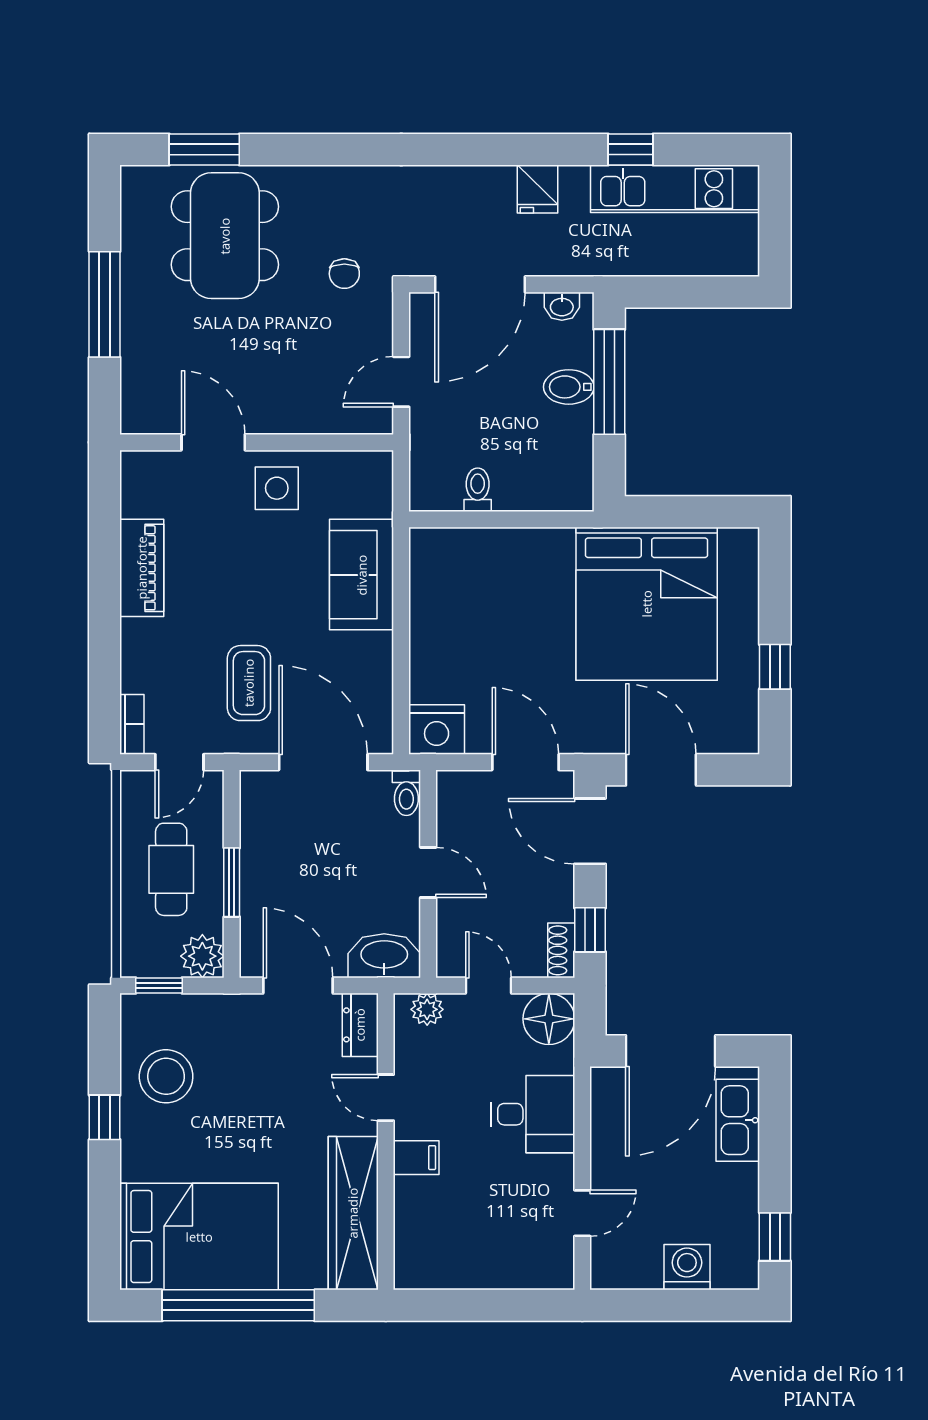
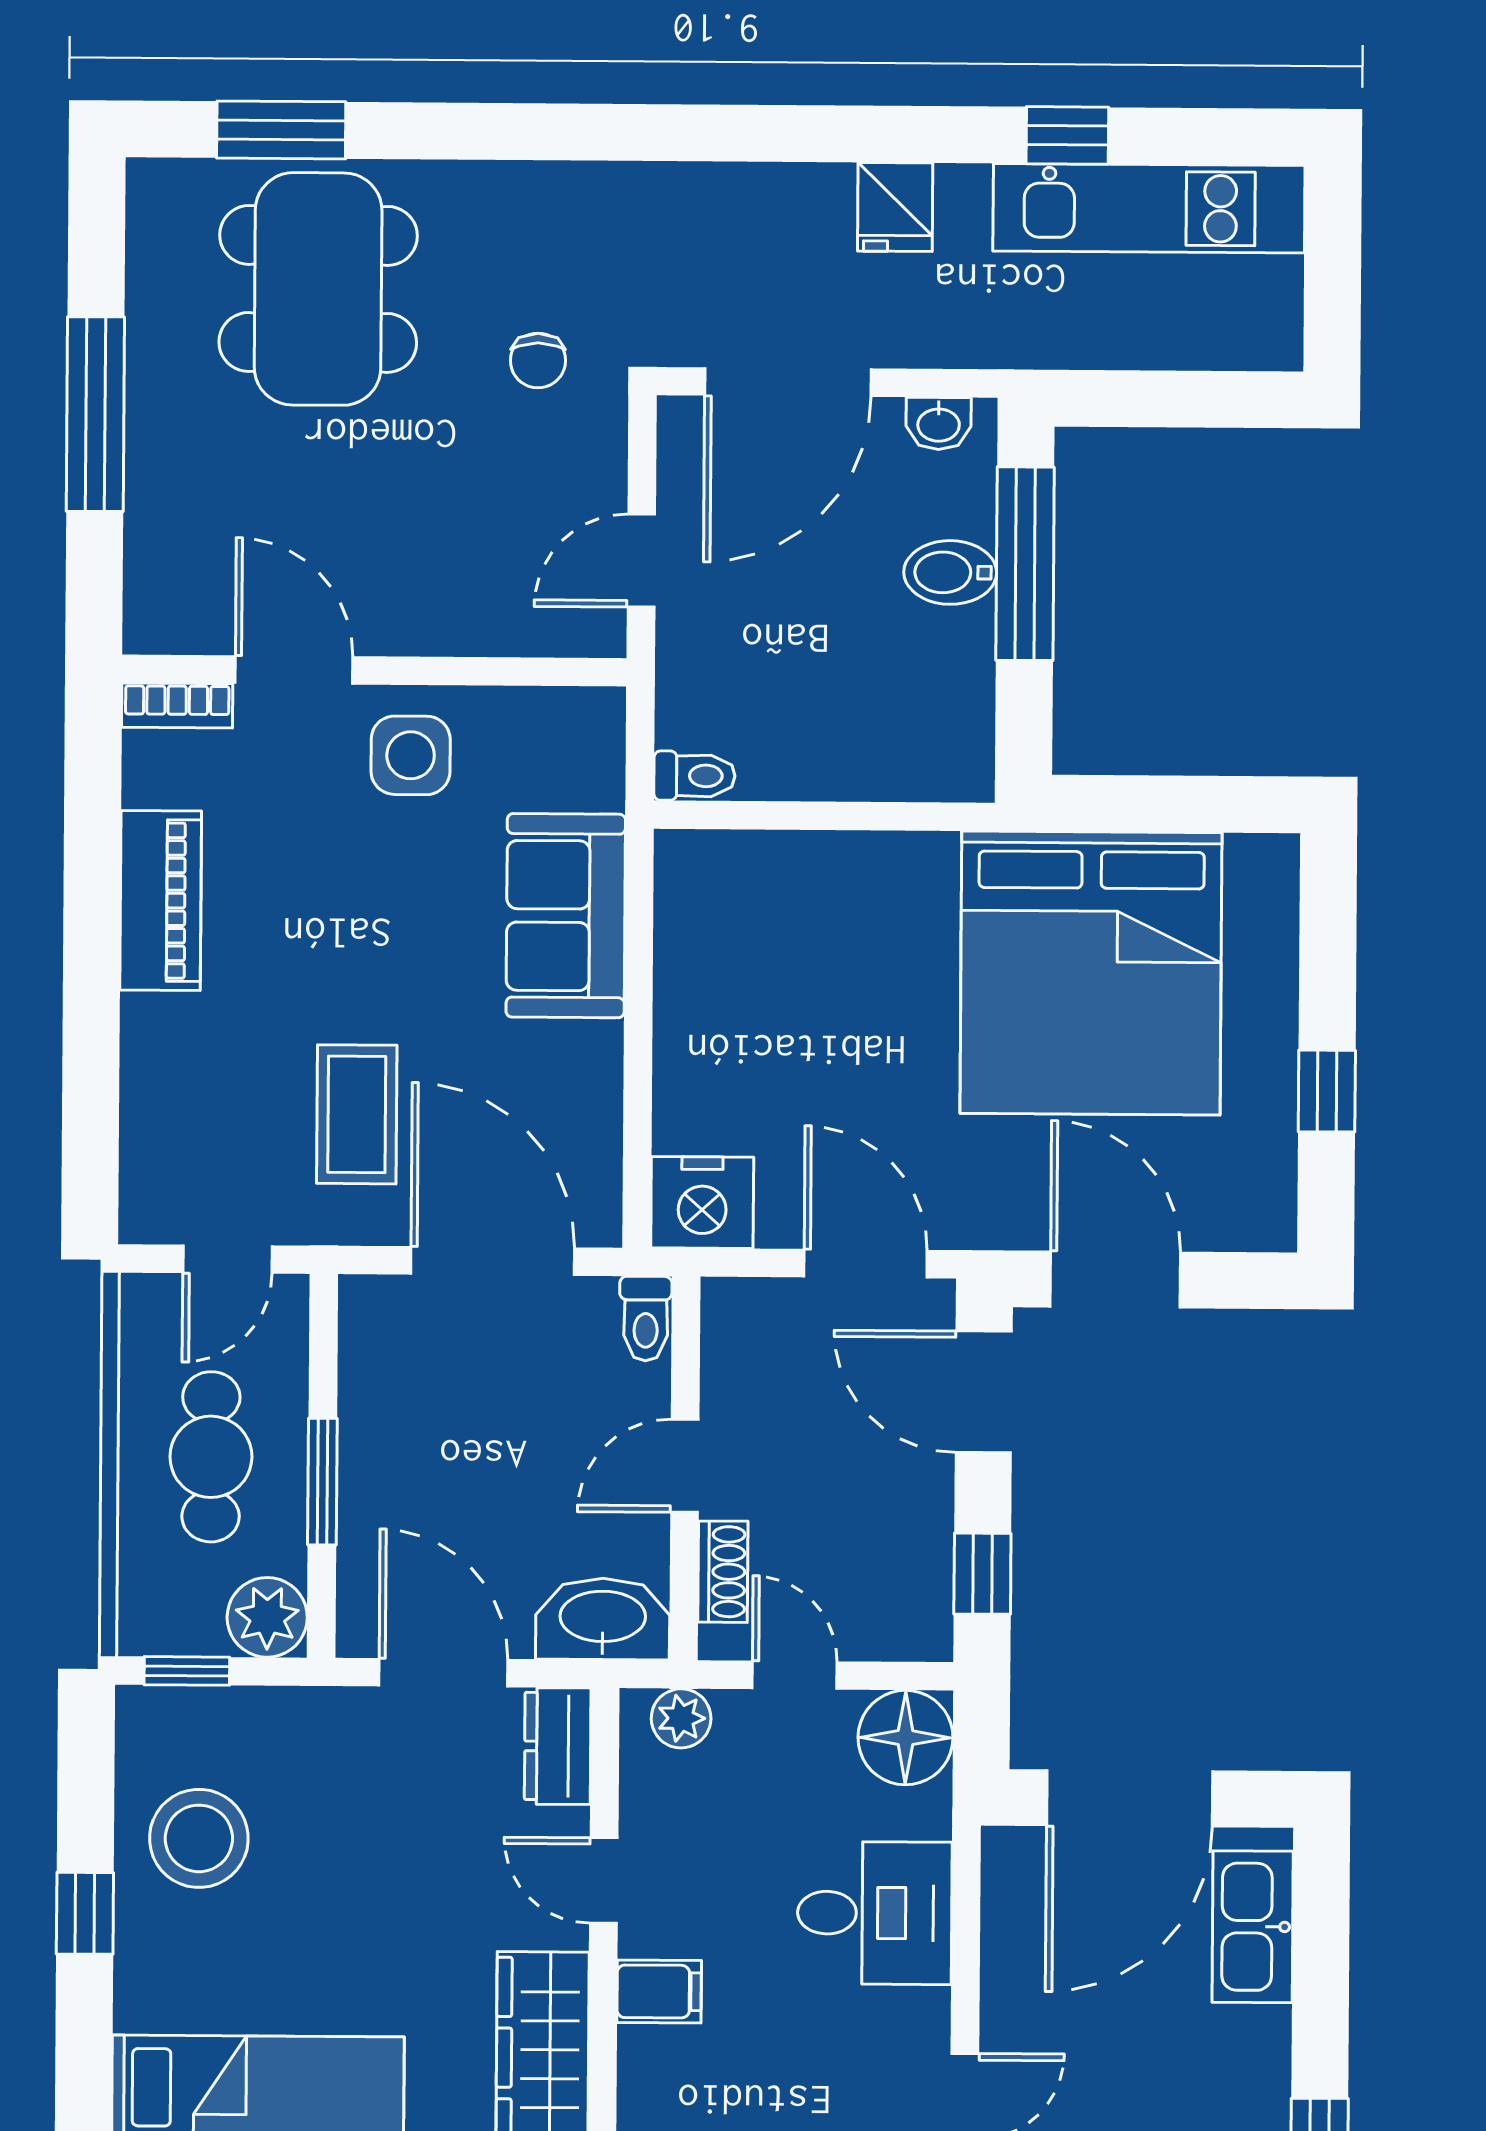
toilet: (478, 490) -> (695, 776), moved, turned 90
bookcase: (132, 724) -> (177, 706), moved, turned 90
door: (428, 872) -> (685, 1466), swing flipped
shoe rack: (561, 950) -> (723, 1572), moved, turned 180

